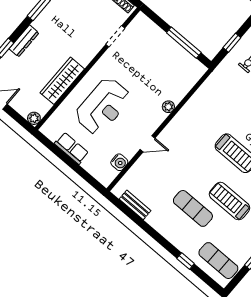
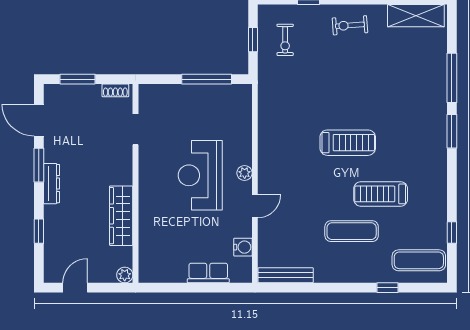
dresser: (24, 41) -> (52, 184), moved
reception desk: (103, 106) -> (200, 175), moved, turned 180
plant: (168, 107) -> (245, 173), moved
row of seats: (72, 148) -> (208, 273), moved
bench: (135, 205) -> (286, 275), width x1.36

